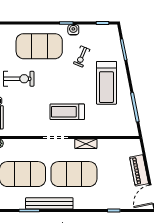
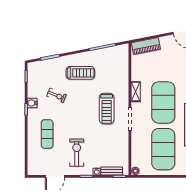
exercise mat: (39, 46) -> (47, 134), width x0.50, depth x0.69
treadmill: (106, 83) -> (80, 73), width x0.73, depth x0.73
piano: (139, 170) -> (146, 46), moved

